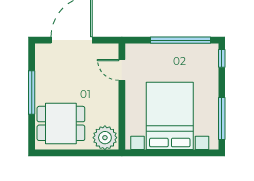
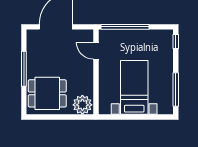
window: (180, 40) -> (125, 27), moved
bed with nightstands: (170, 116) -> (134, 87), width x0.73

